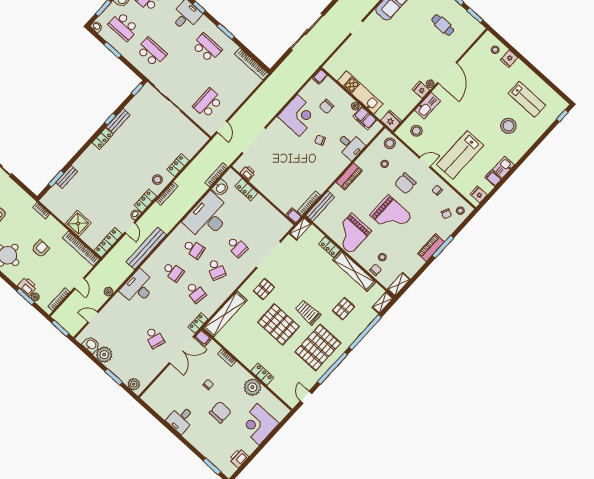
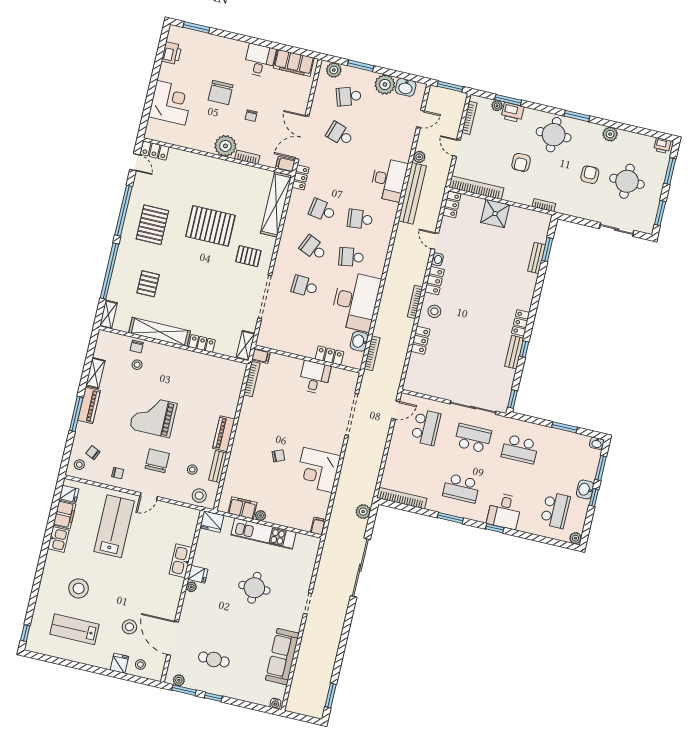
plant: (475, 24) -> (179, 680), added
school desk: (123, 26) -> (473, 438), moved
round table: (387, 59) -> (254, 588), added
plant: (283, 69) -> (363, 512), added
door: (447, 73) -> (173, 638), moved
chair: (326, 106) -> (292, 497), removed
door: (222, 127) -> (396, 410), swing flipped
stool: (416, 131) -> (129, 627), moved
desk: (350, 146) -> (315, 377), moved, turned 90
printer: (248, 173) -> (338, 375), removed
filing cabinet: (493, 178) -> (65, 515), width x2.00
bench: (320, 206) -> (218, 467), moved, width x0.73
grand piano: (351, 234) -> (186, 372), removed
locker: (108, 242) -> (452, 205), width x0.66
bench: (146, 248) -> (412, 193), moved
shelving: (399, 284) -> (95, 373), moved
pallet: (264, 289) -> (248, 256), turned 90
trolley: (308, 312) -> (185, 258), removed
pallet: (318, 347) -> (152, 225), width x0.73, depth x0.71
school desk: (134, 360) -> (349, 96), added
locker: (262, 374) -> (155, 151), moved
plant: (252, 387) -> (225, 146), moved
filing cabinet: (159, 404) -> (294, 63), added

